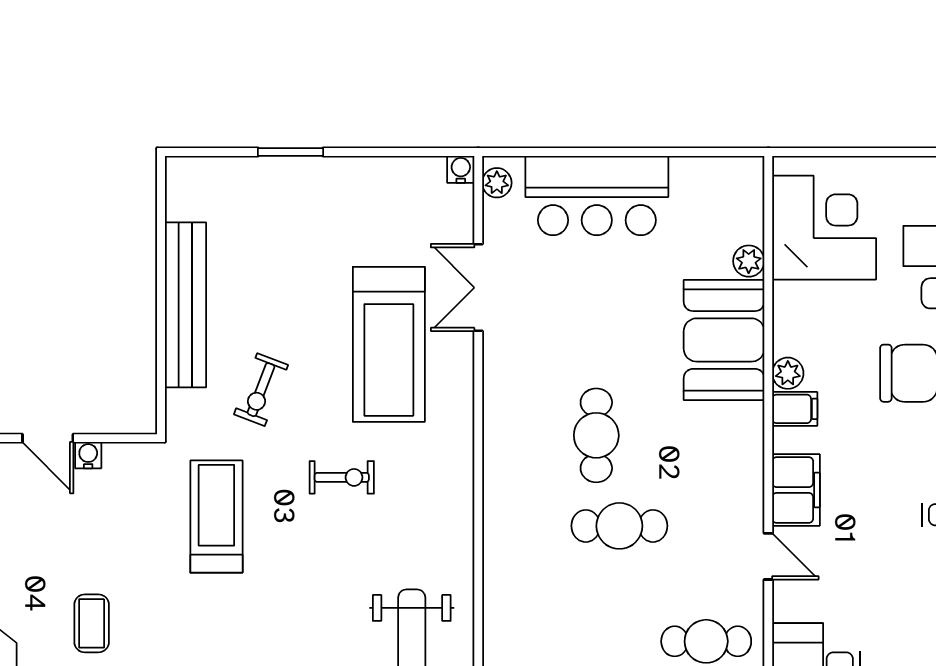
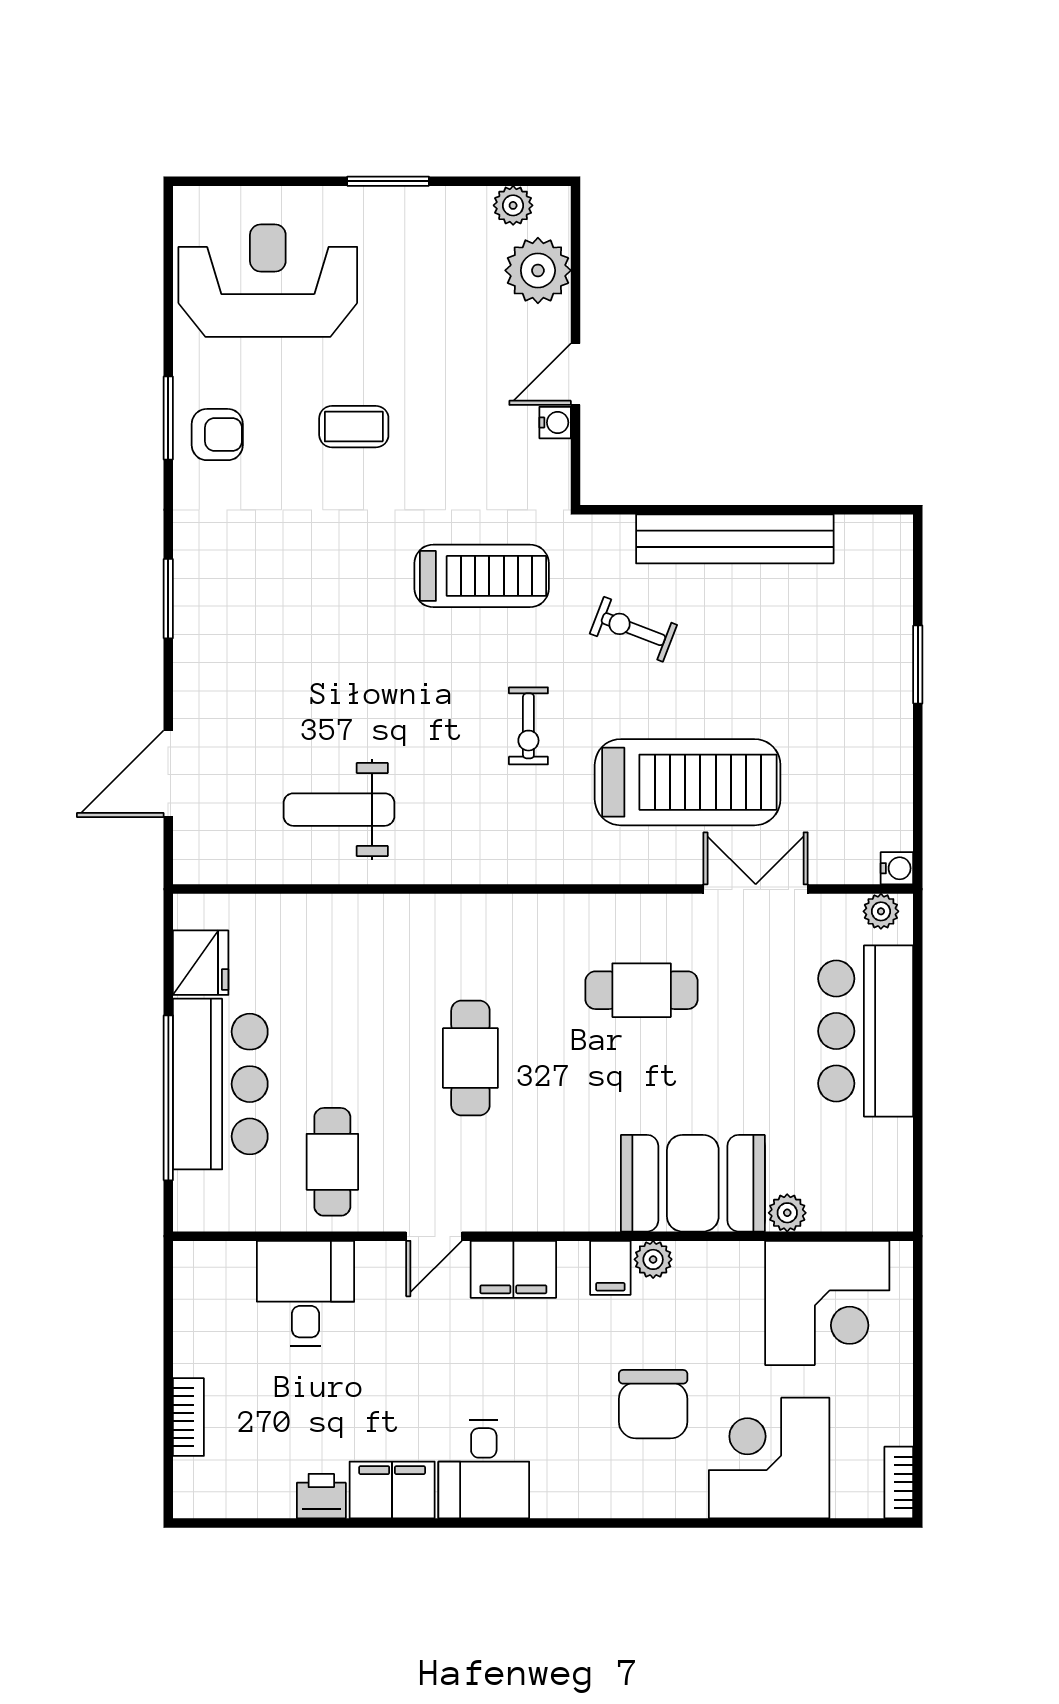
treadmill: (389, 344) -> (688, 782), turned 180
cafe table: (596, 435) -> (642, 990), moved

